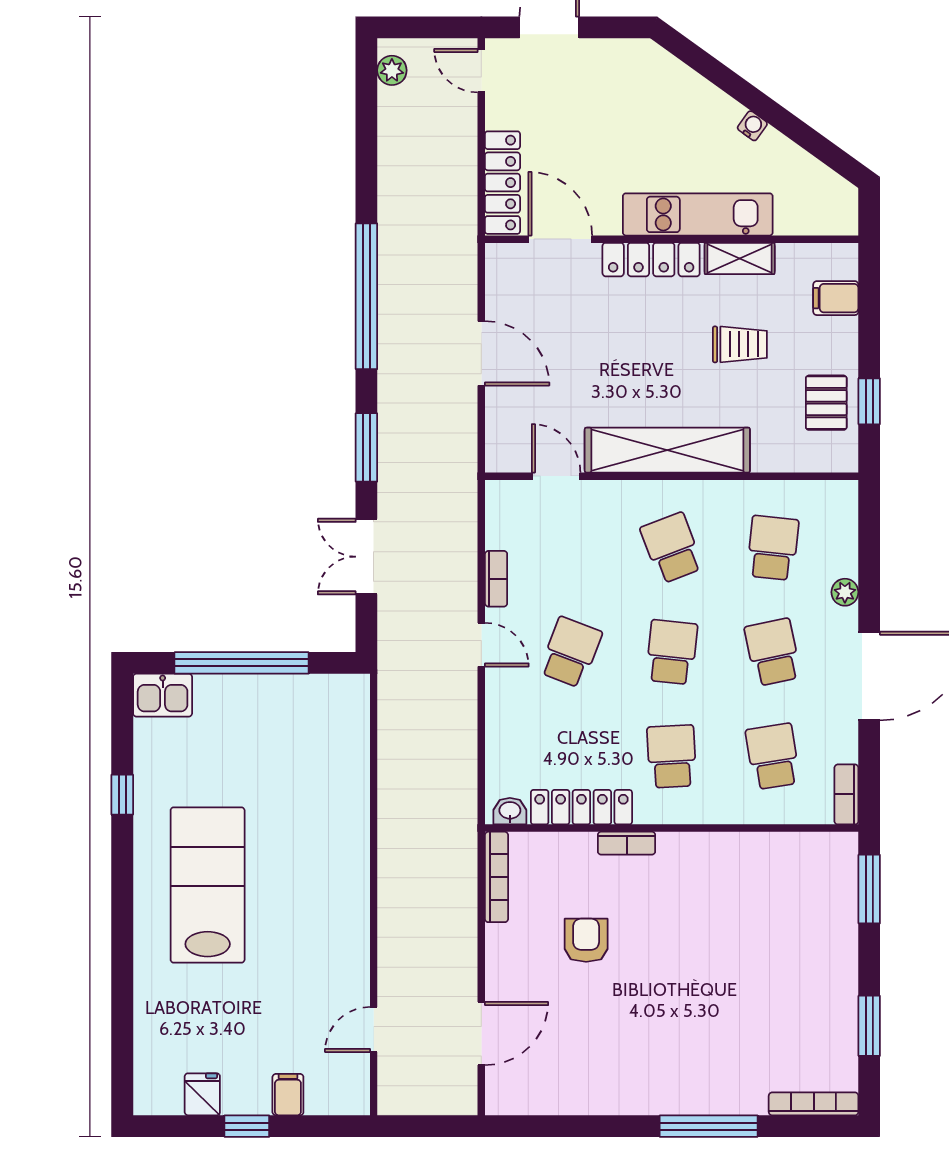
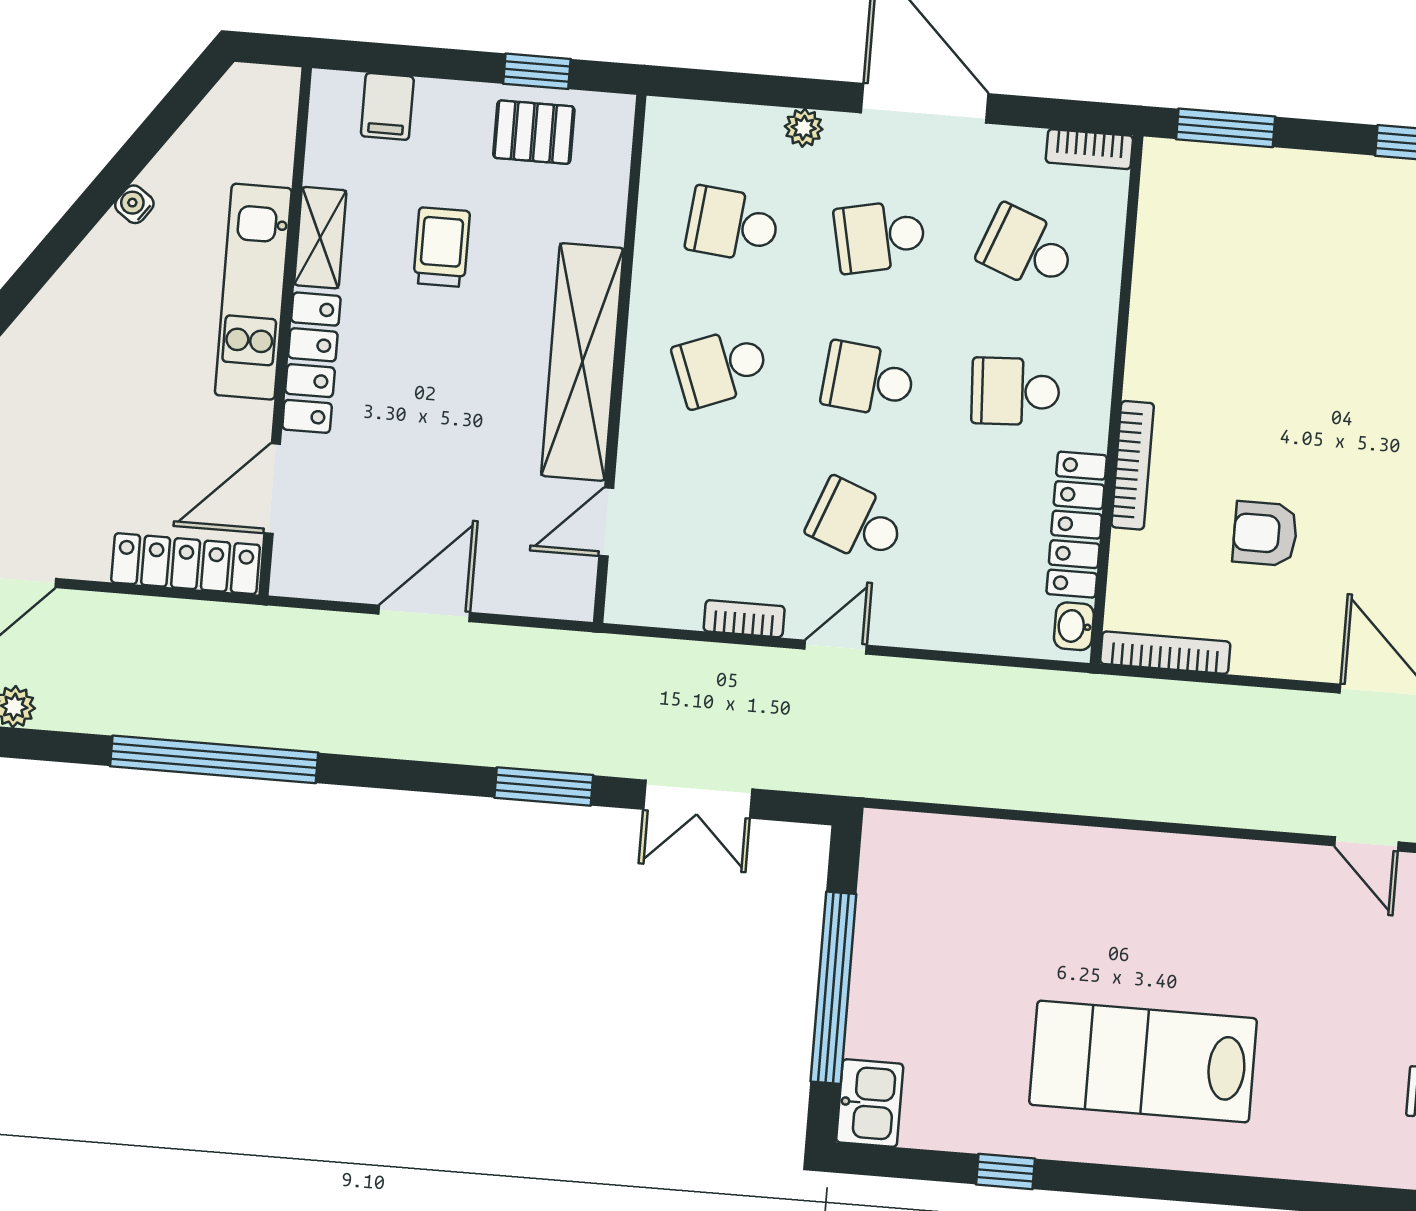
window: (366, 296) -> (214, 759), moved
school desk: (773, 756) -> (1027, 249), turned 30
bookcase: (627, 843) -> (1133, 465), width x1.56

